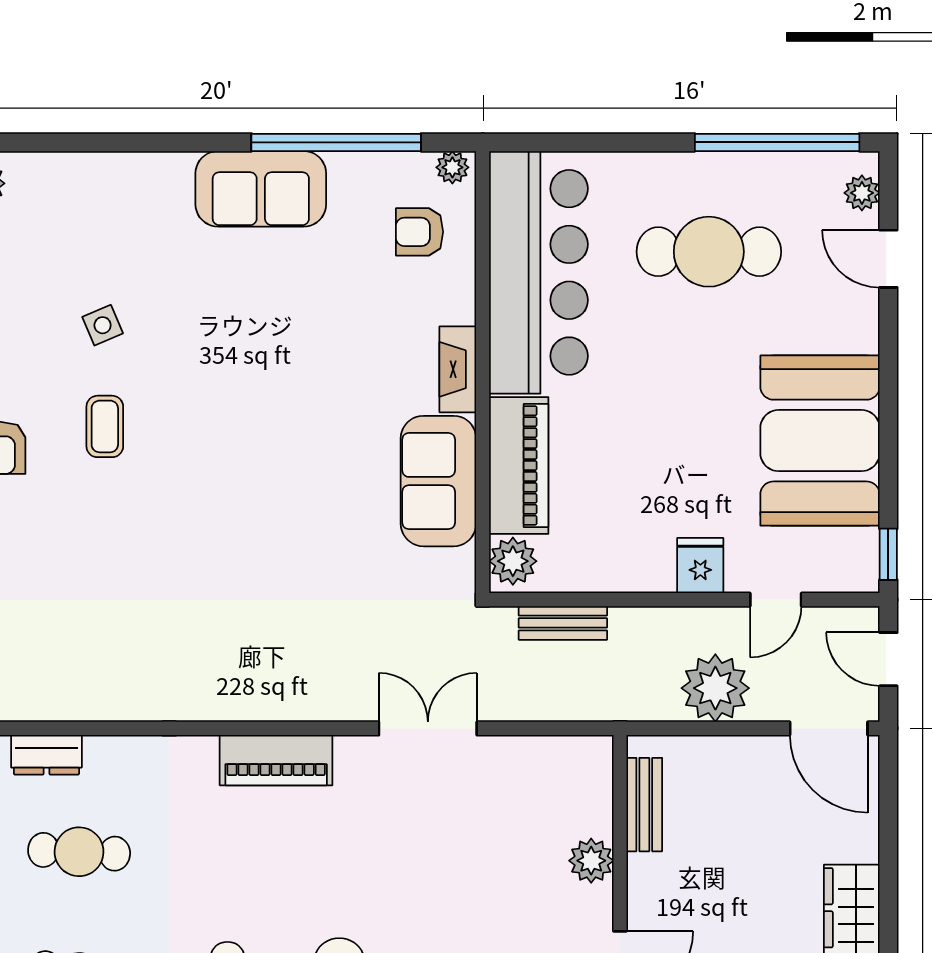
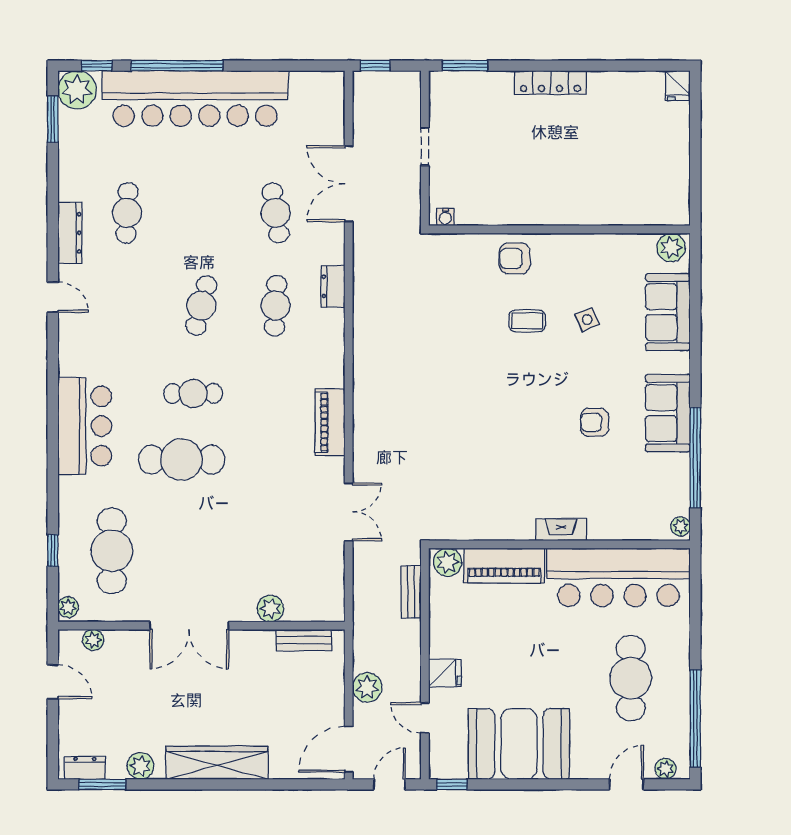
armchair: (419, 232) -> (595, 422), moved, turned -90
sofa: (438, 481) -> (668, 312), moved, turned -90
plant: (715, 688) -> (367, 687), width x0.73, depth x0.73

